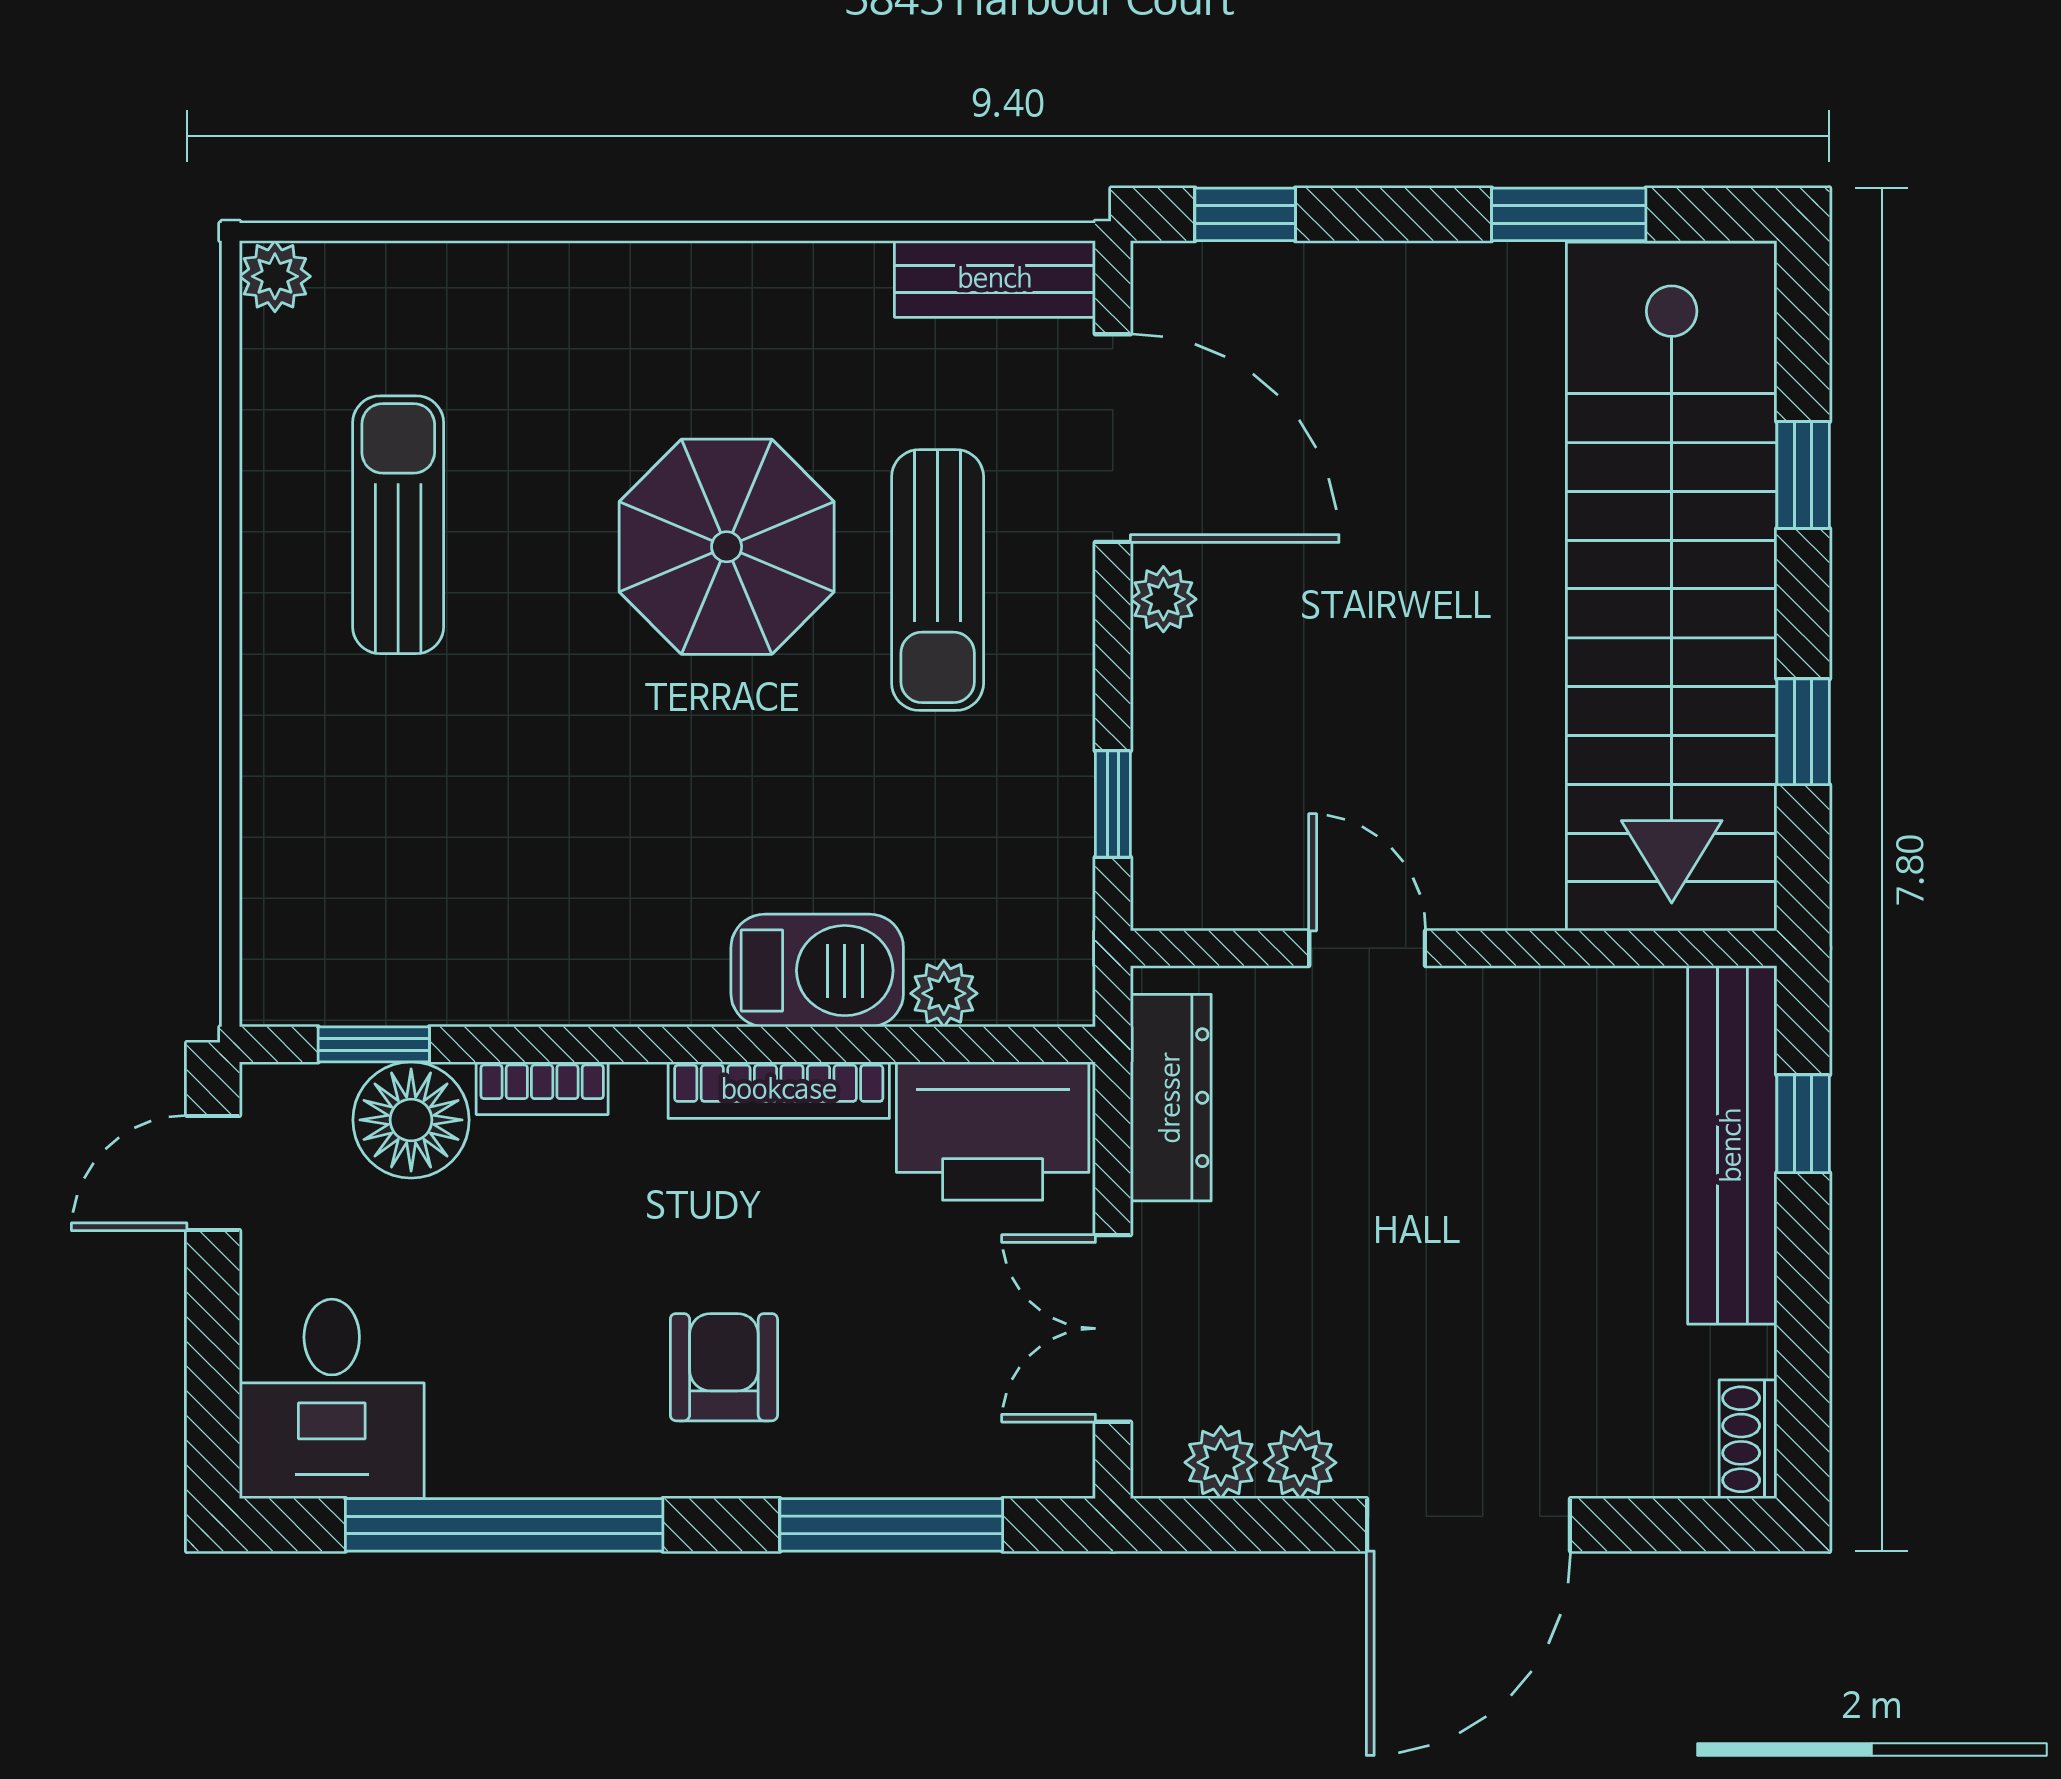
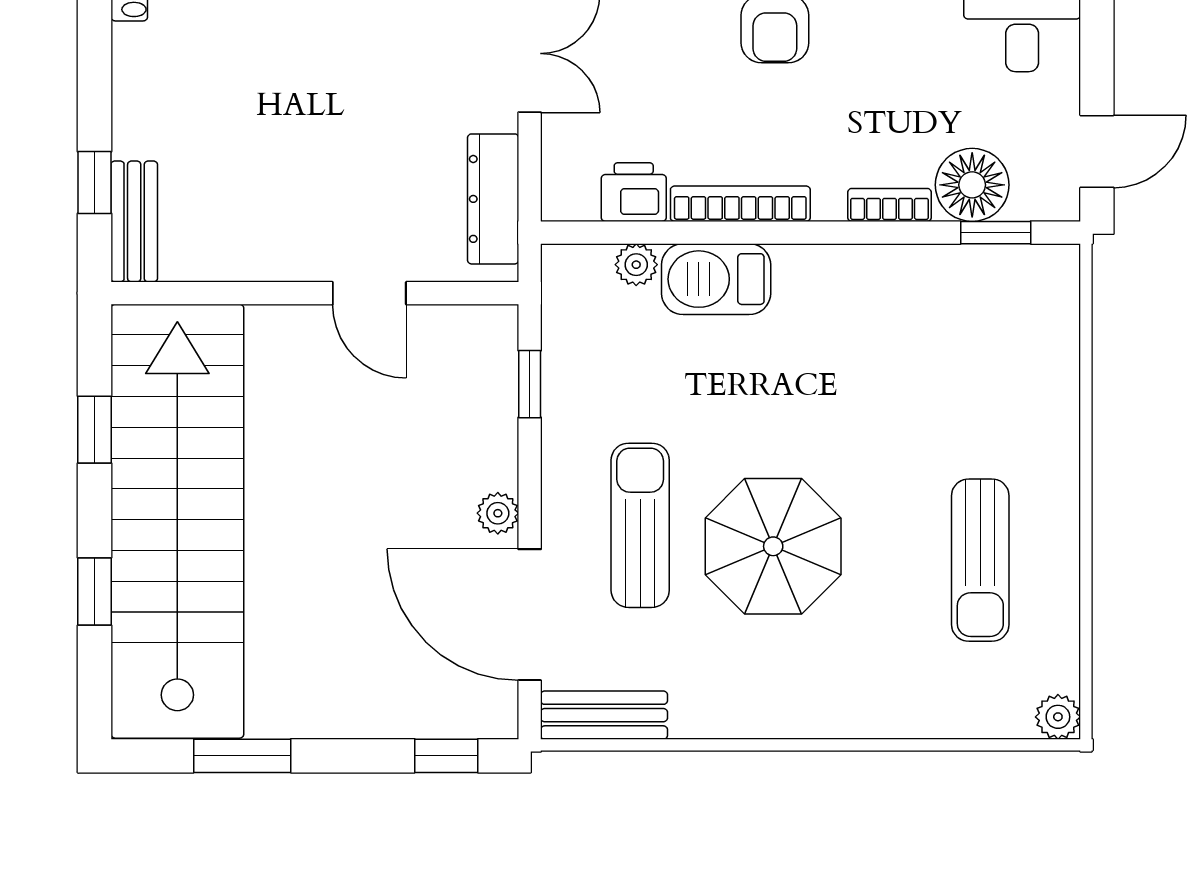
printer: (993, 1131) -> (634, 192), width x0.53, depth x0.68
bench: (1732, 1145) -> (134, 221), width x0.54, depth x0.82

